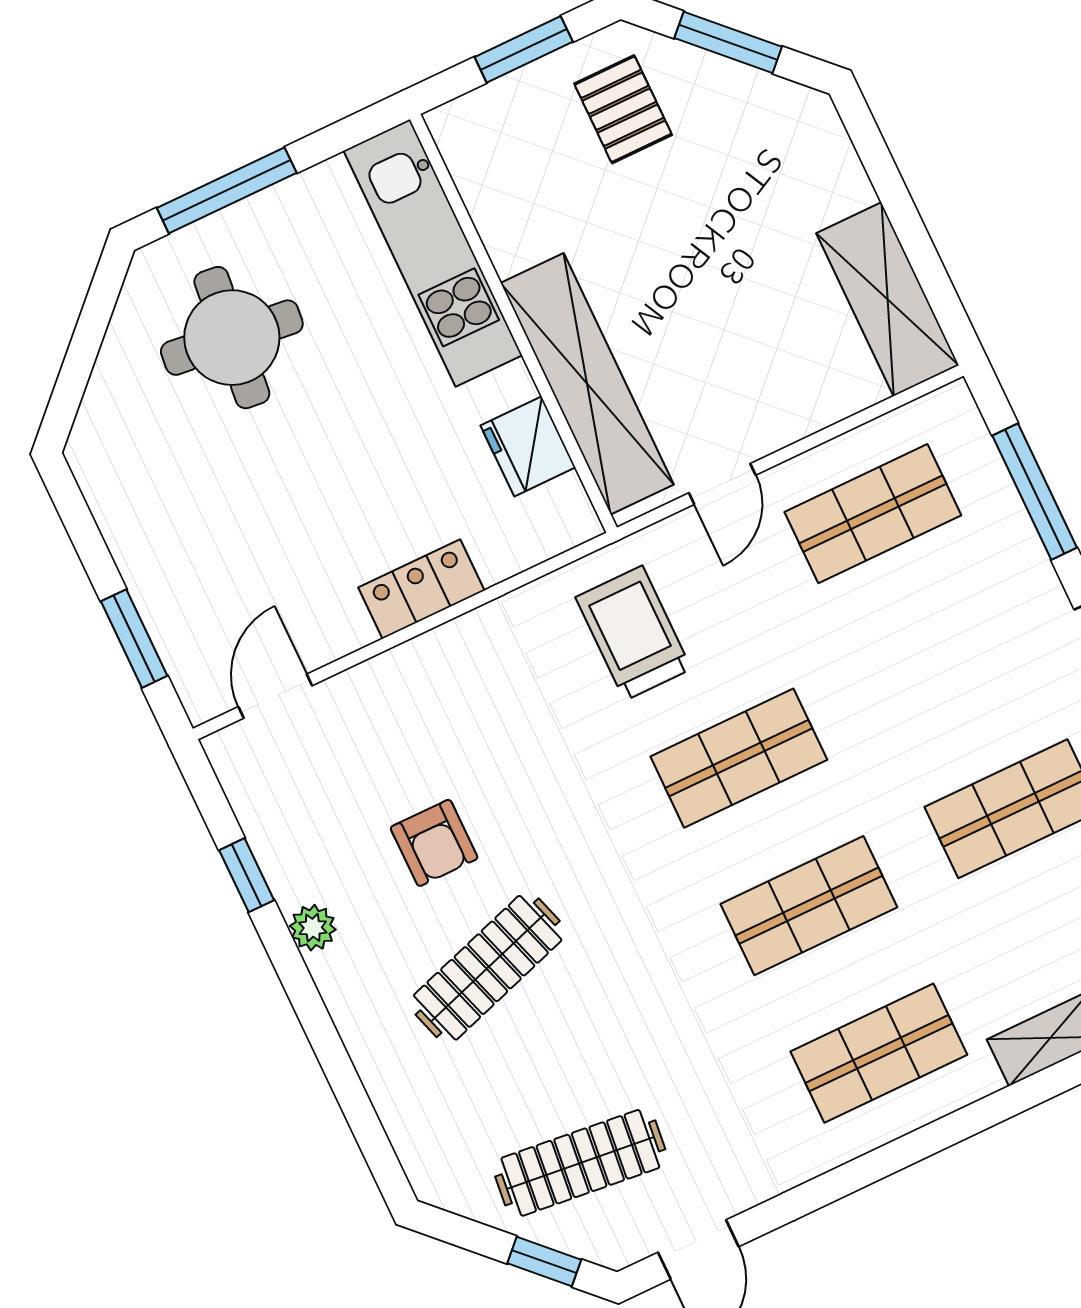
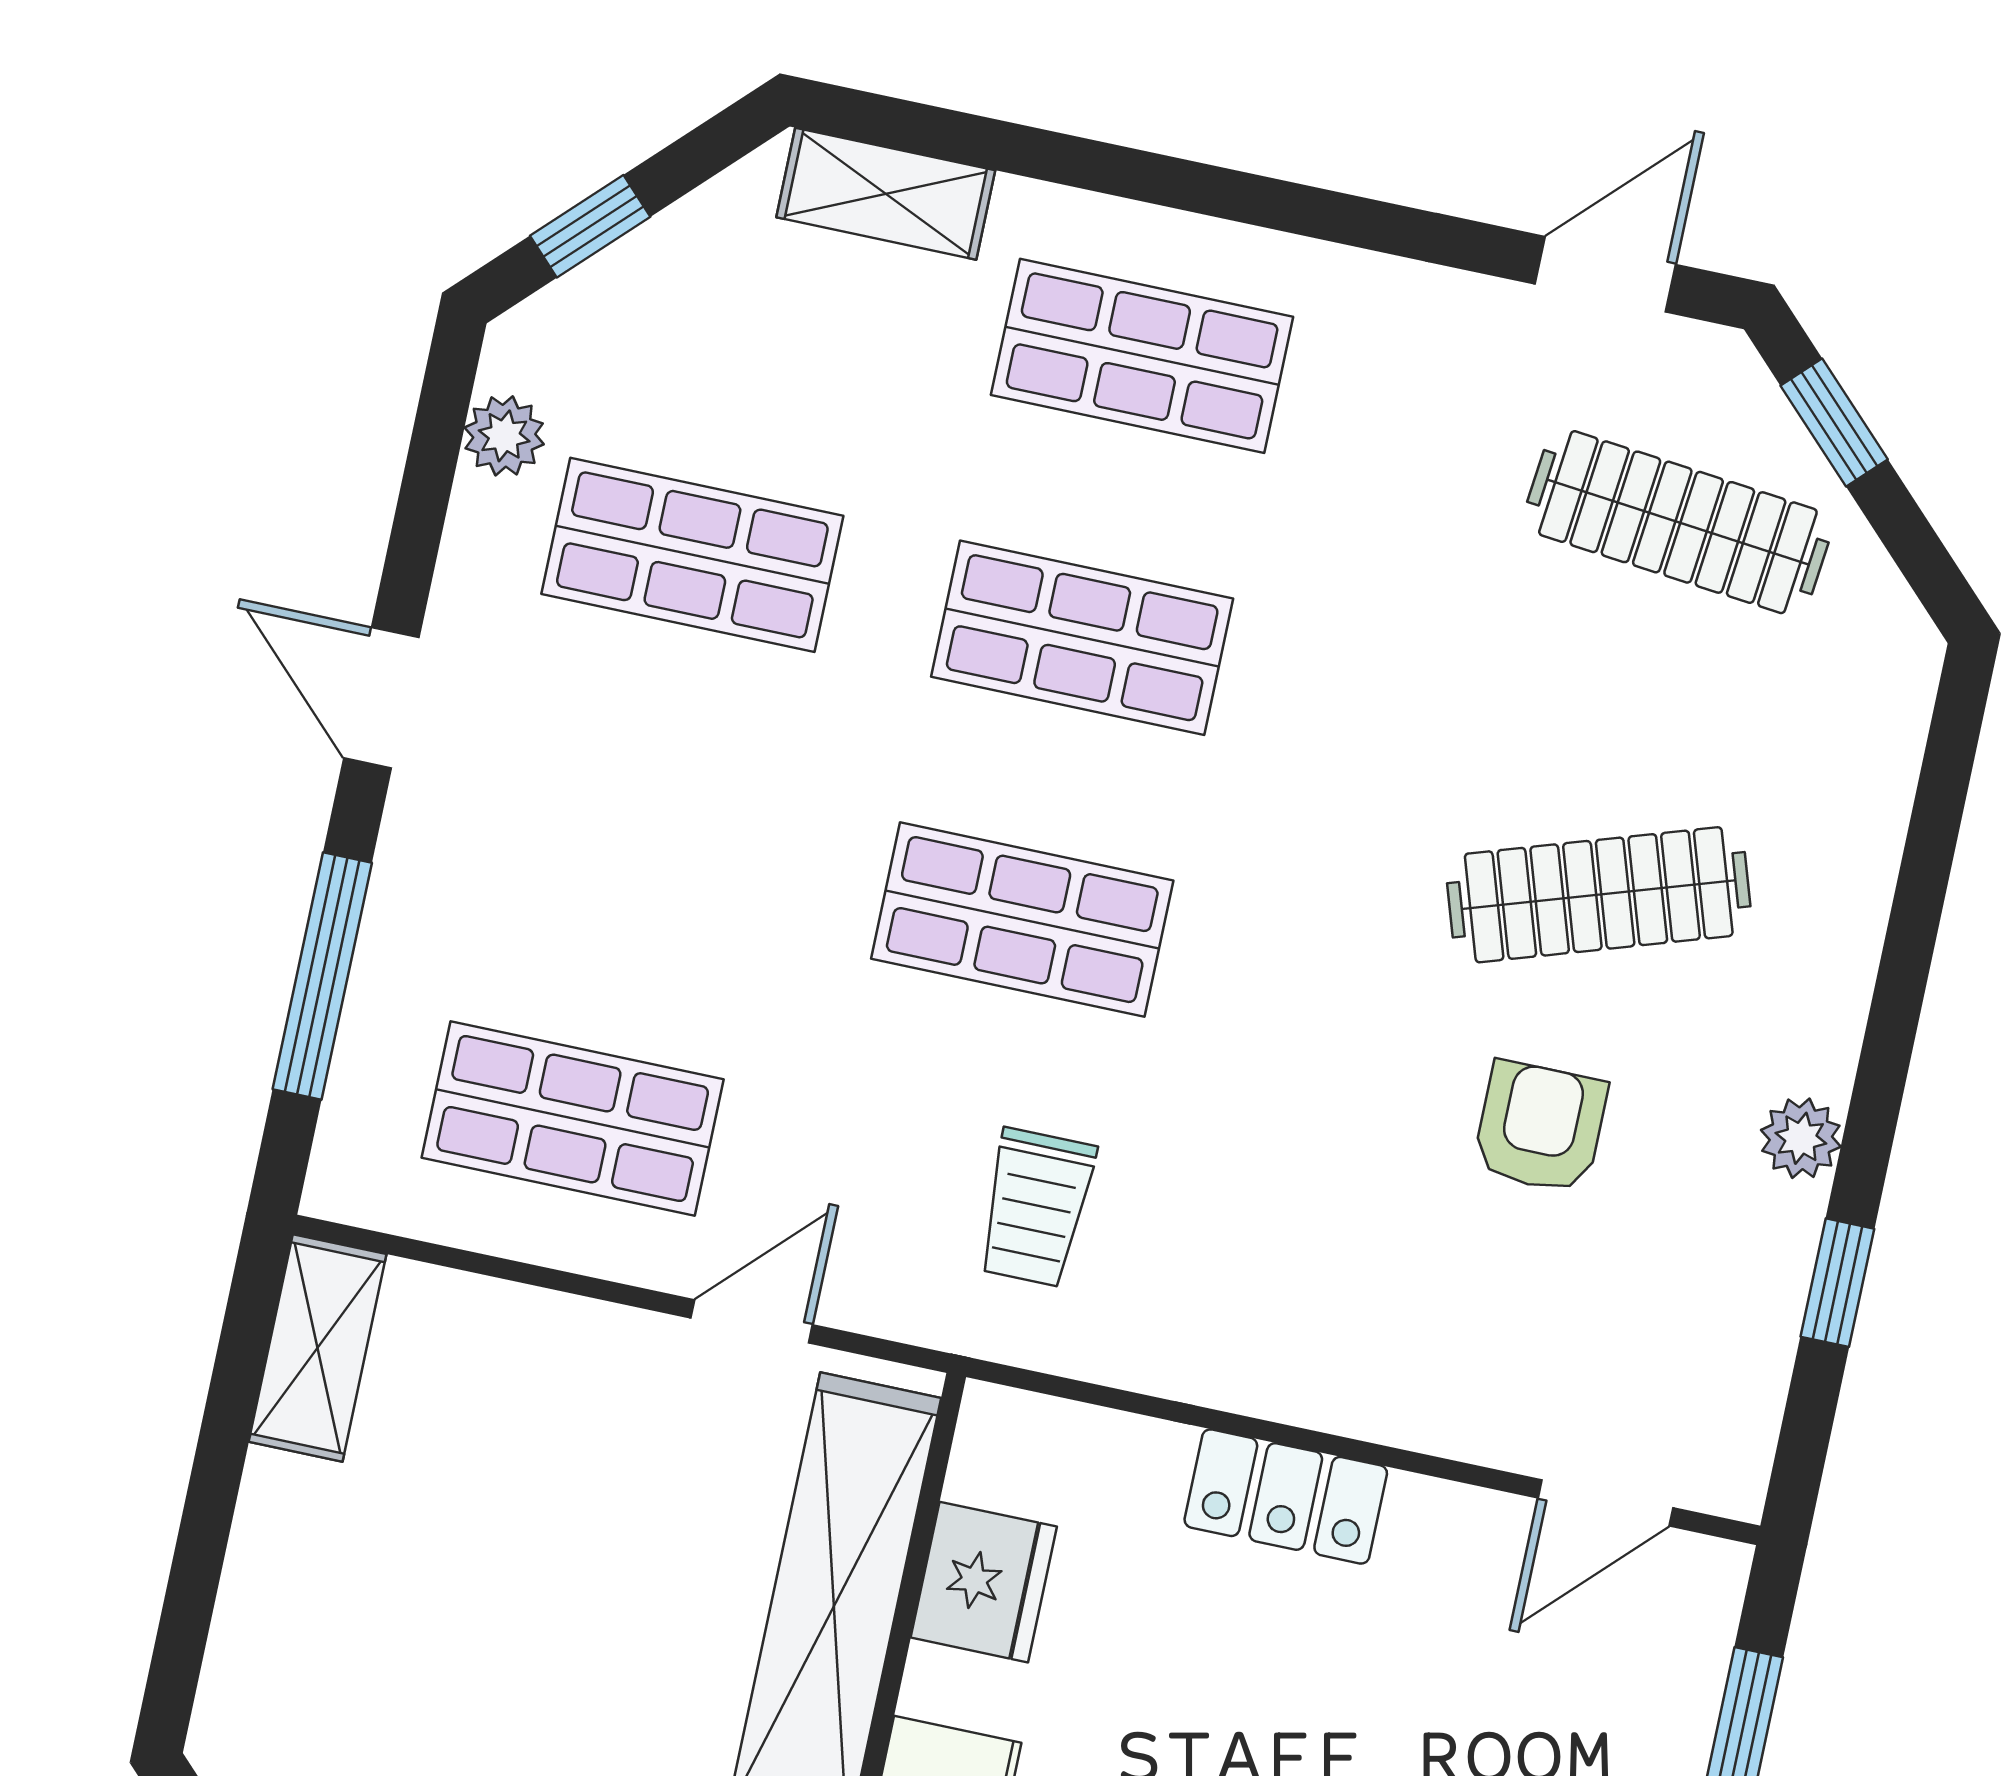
shelving: (888, 299) -> (318, 1348), width x0.67, depth x0.75
trolley: (633, 633) -> (1036, 1208), width x0.73, depth x0.72

